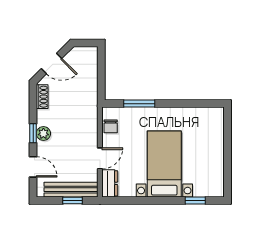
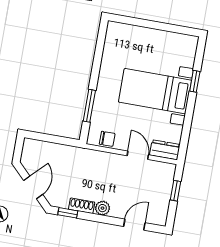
shoe rack: (42, 97) -> (82, 206), moved
window: (33, 133) -> (68, 213), moved
bench: (71, 190) -> (164, 190), removed
window: (195, 201) -> (195, 81), moved

